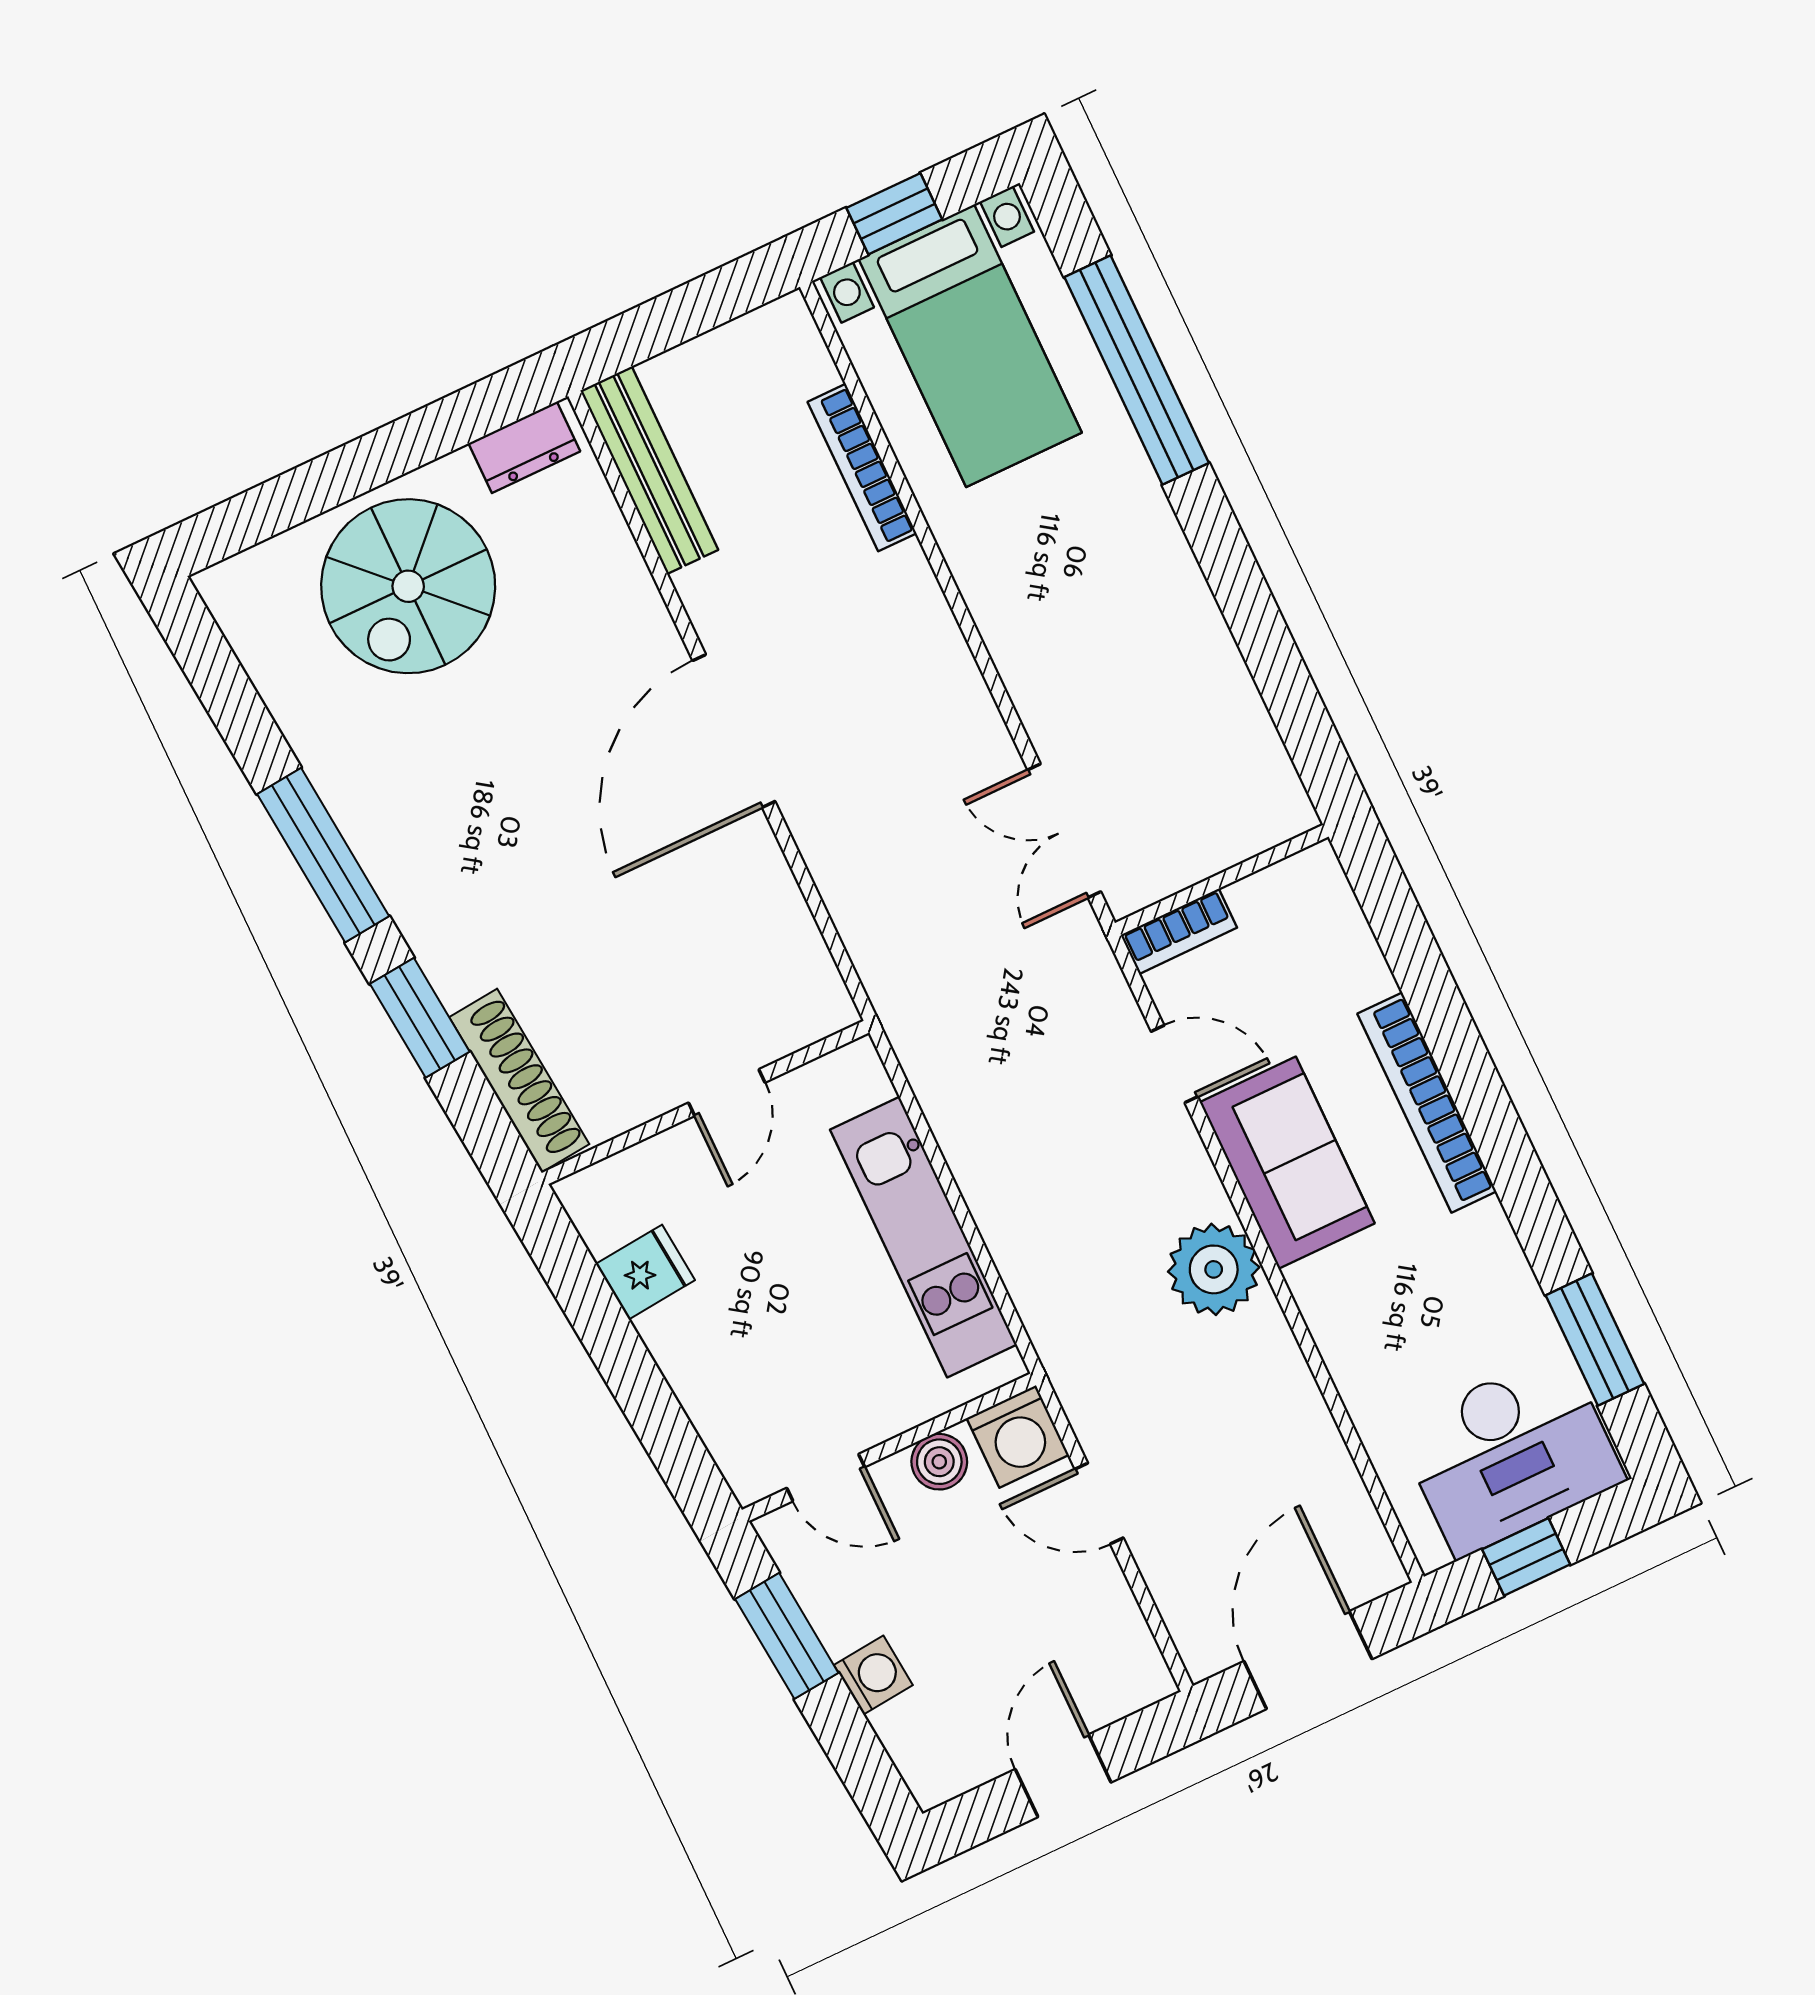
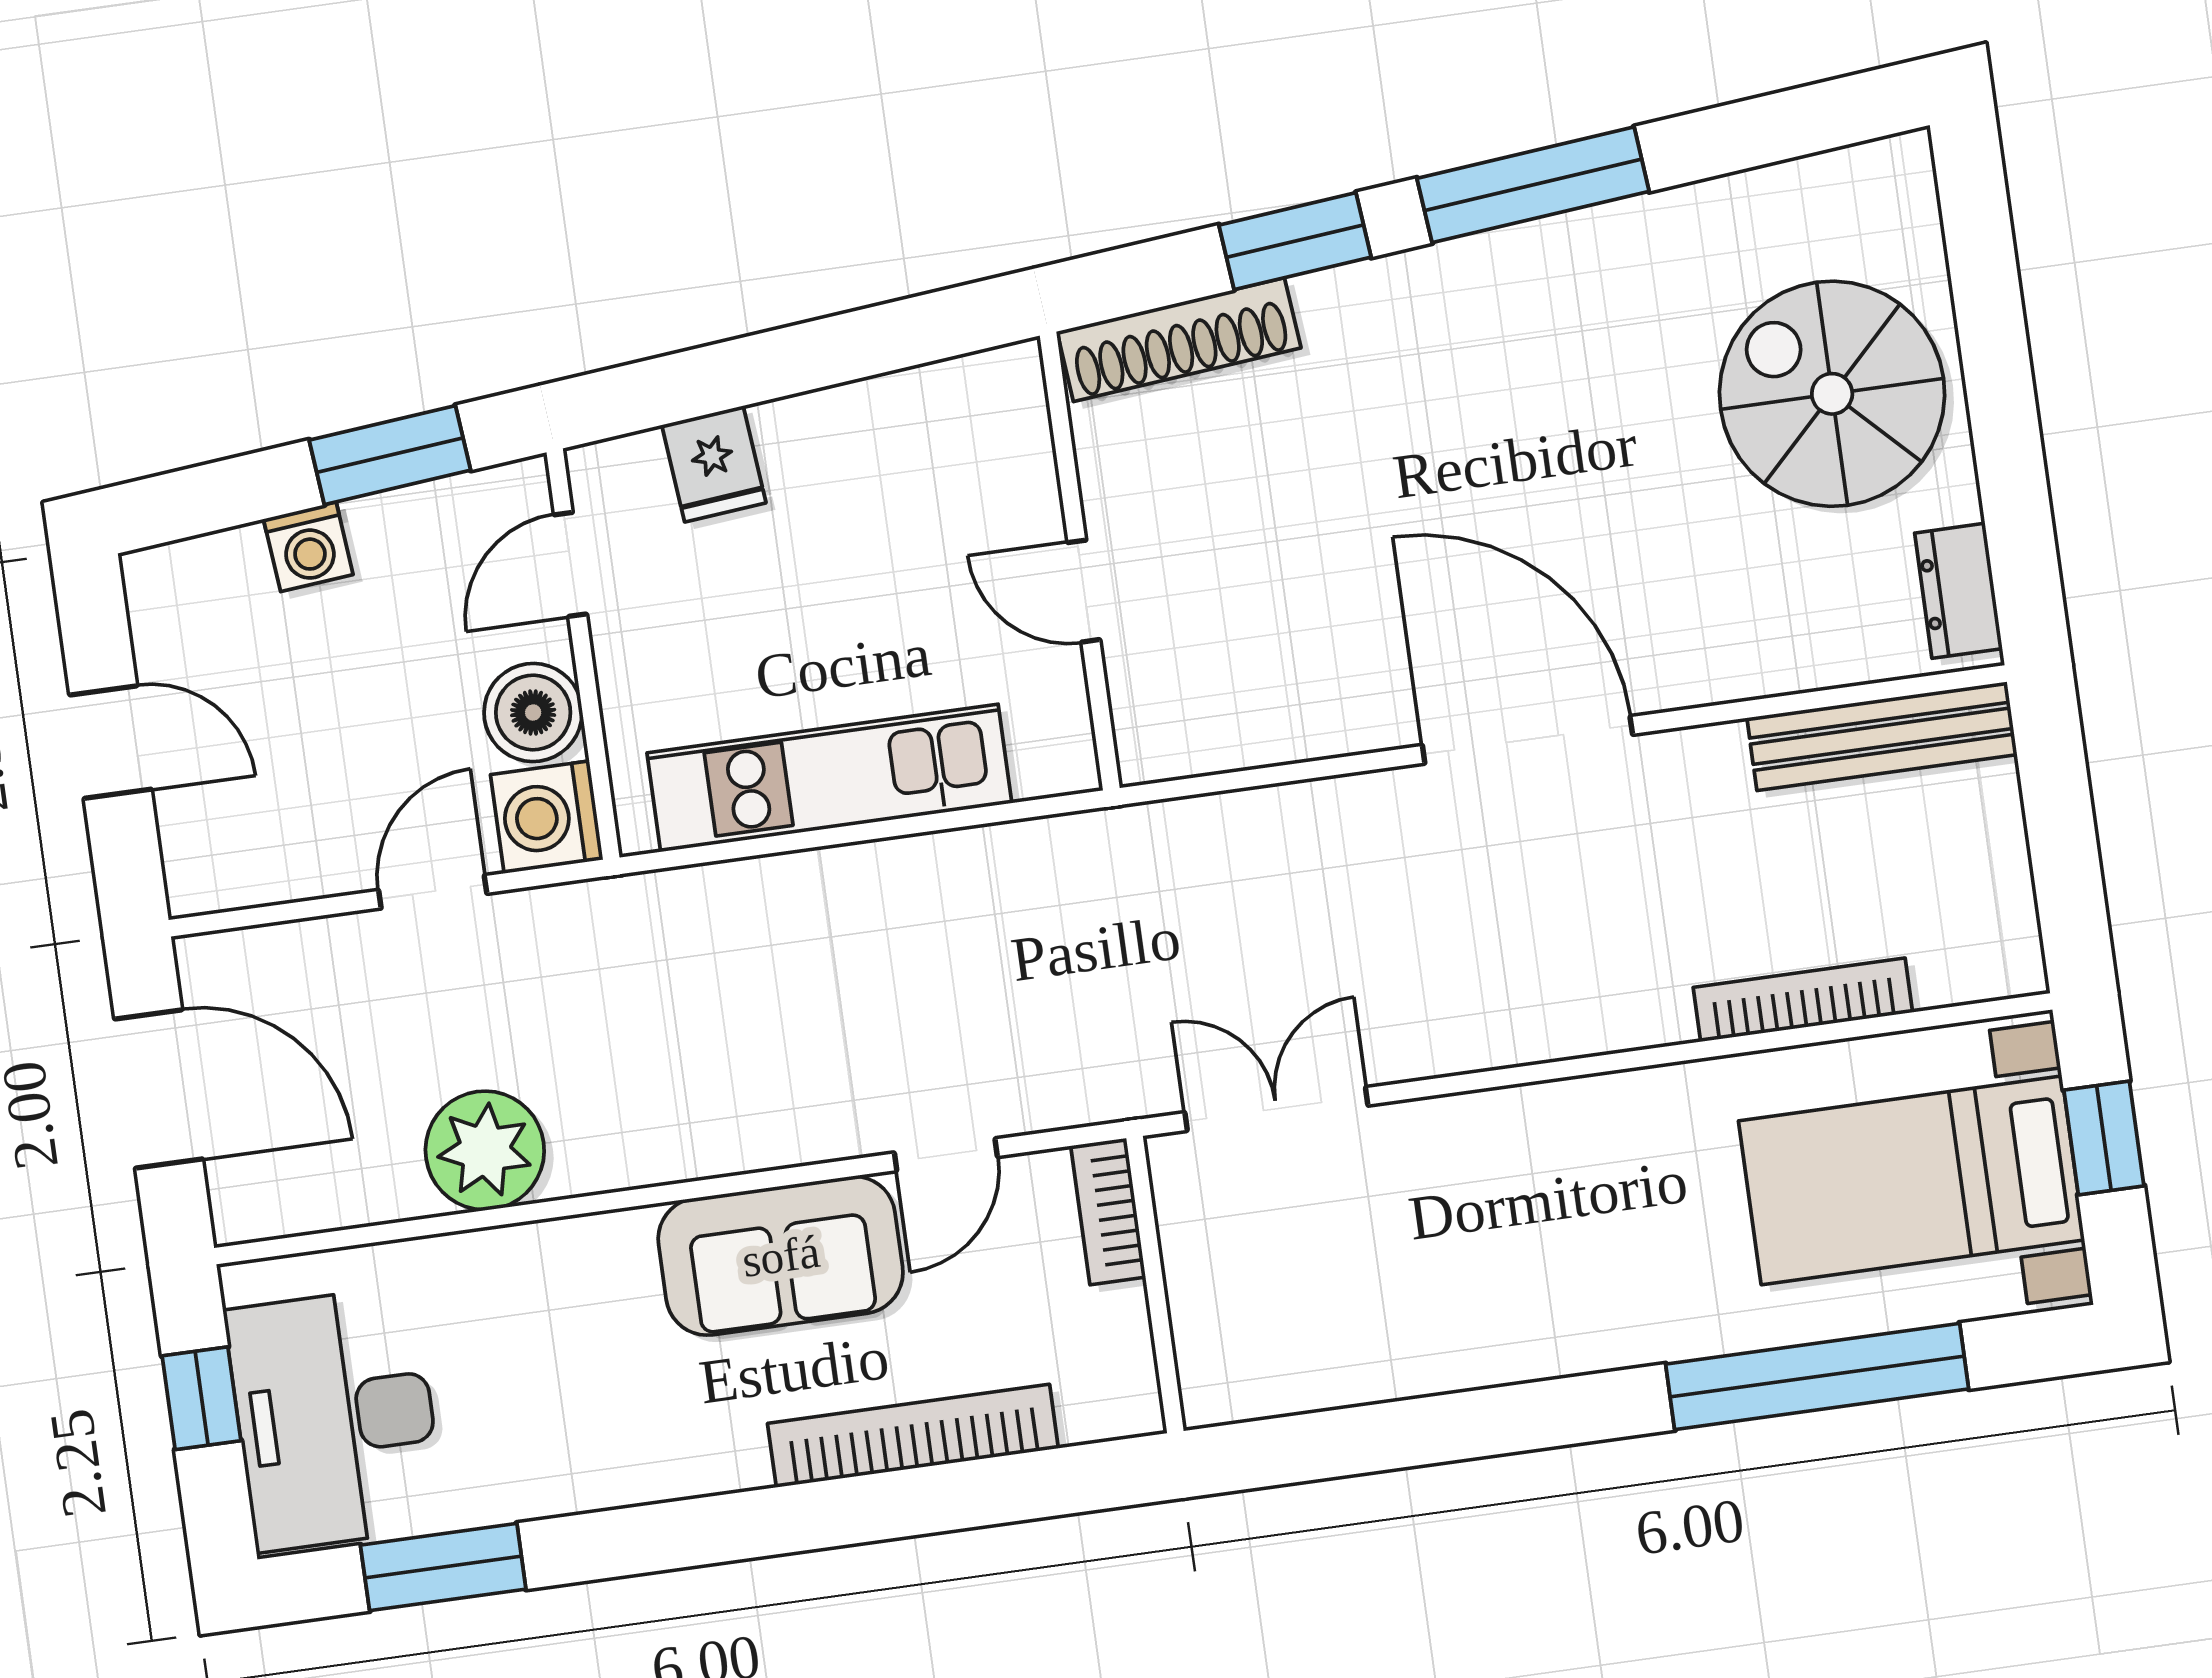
bookcase: (1427, 1103) -> (913, 1436), moved
plant: (1214, 1269) -> (485, 1150), moved
fridge: (645, 1272) -> (714, 464), moved
boiler: (939, 1462) -> (533, 712), width x1.36, depth x1.36

